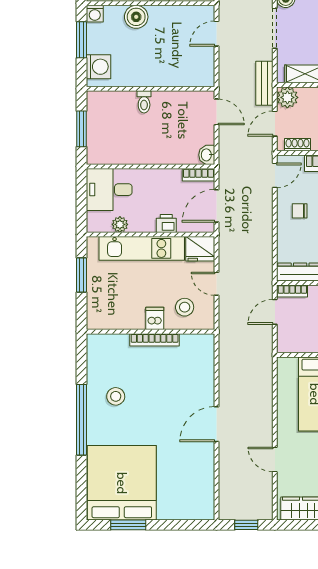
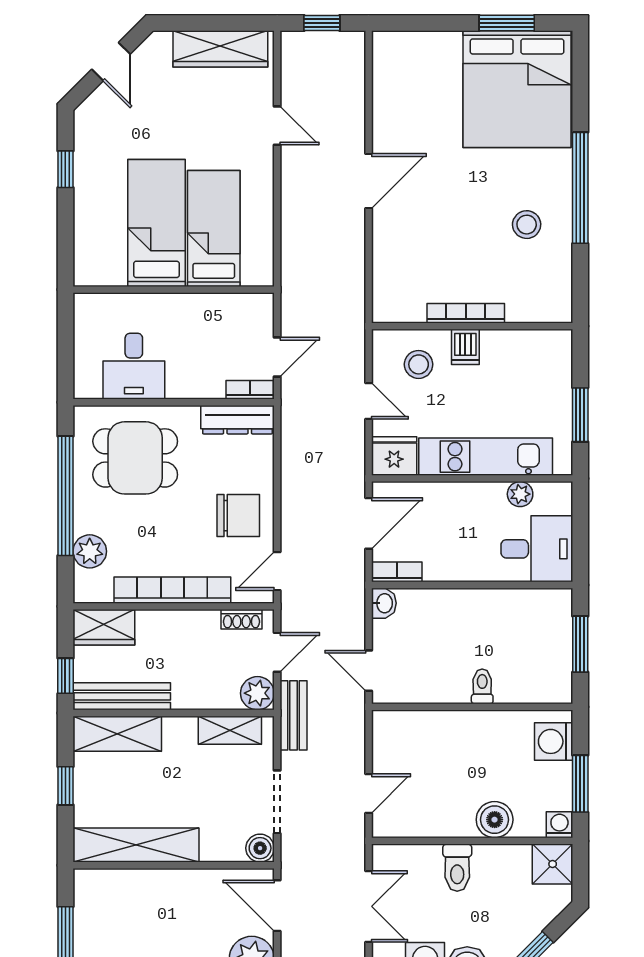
chair: (300, 211) -> (238, 515), width x1.87, depth x1.87
printer: (166, 223) -> (447, 496), removed

